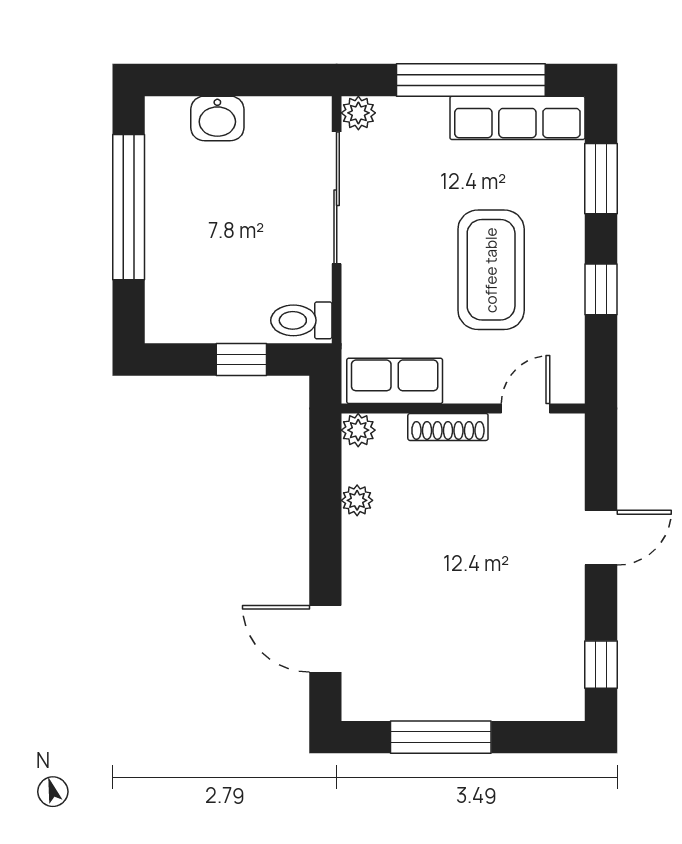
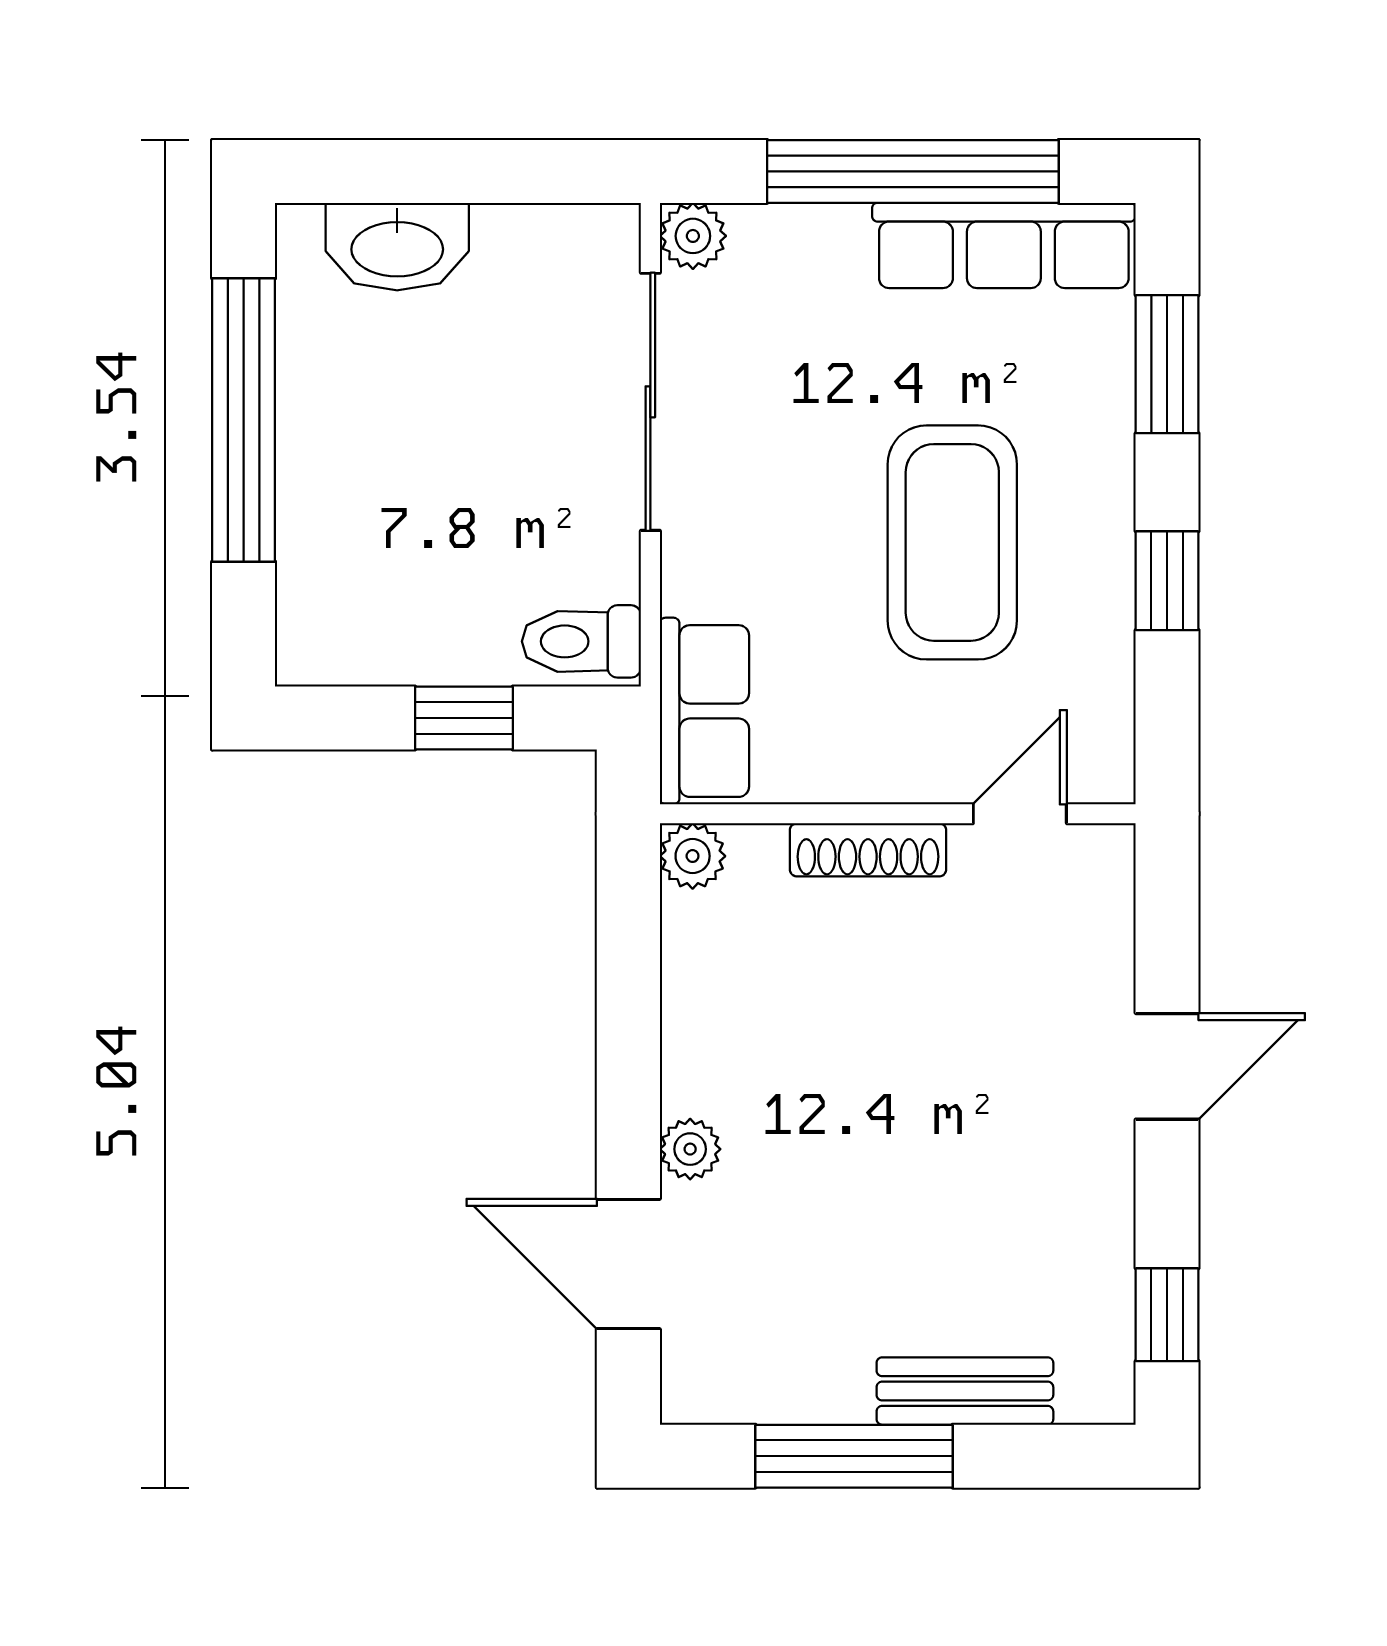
washbasin: (217, 118) -> (397, 247), width x1.38
row of seats: (395, 381) -> (704, 711), moved, turned 90
plant: (357, 500) -> (690, 1149), moved
bench: (498, 704) -> (965, 1391), added

